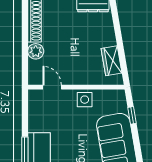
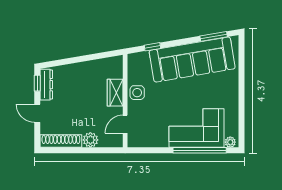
wardrobe: (112, 61) -> (115, 93), moved, turned 100

